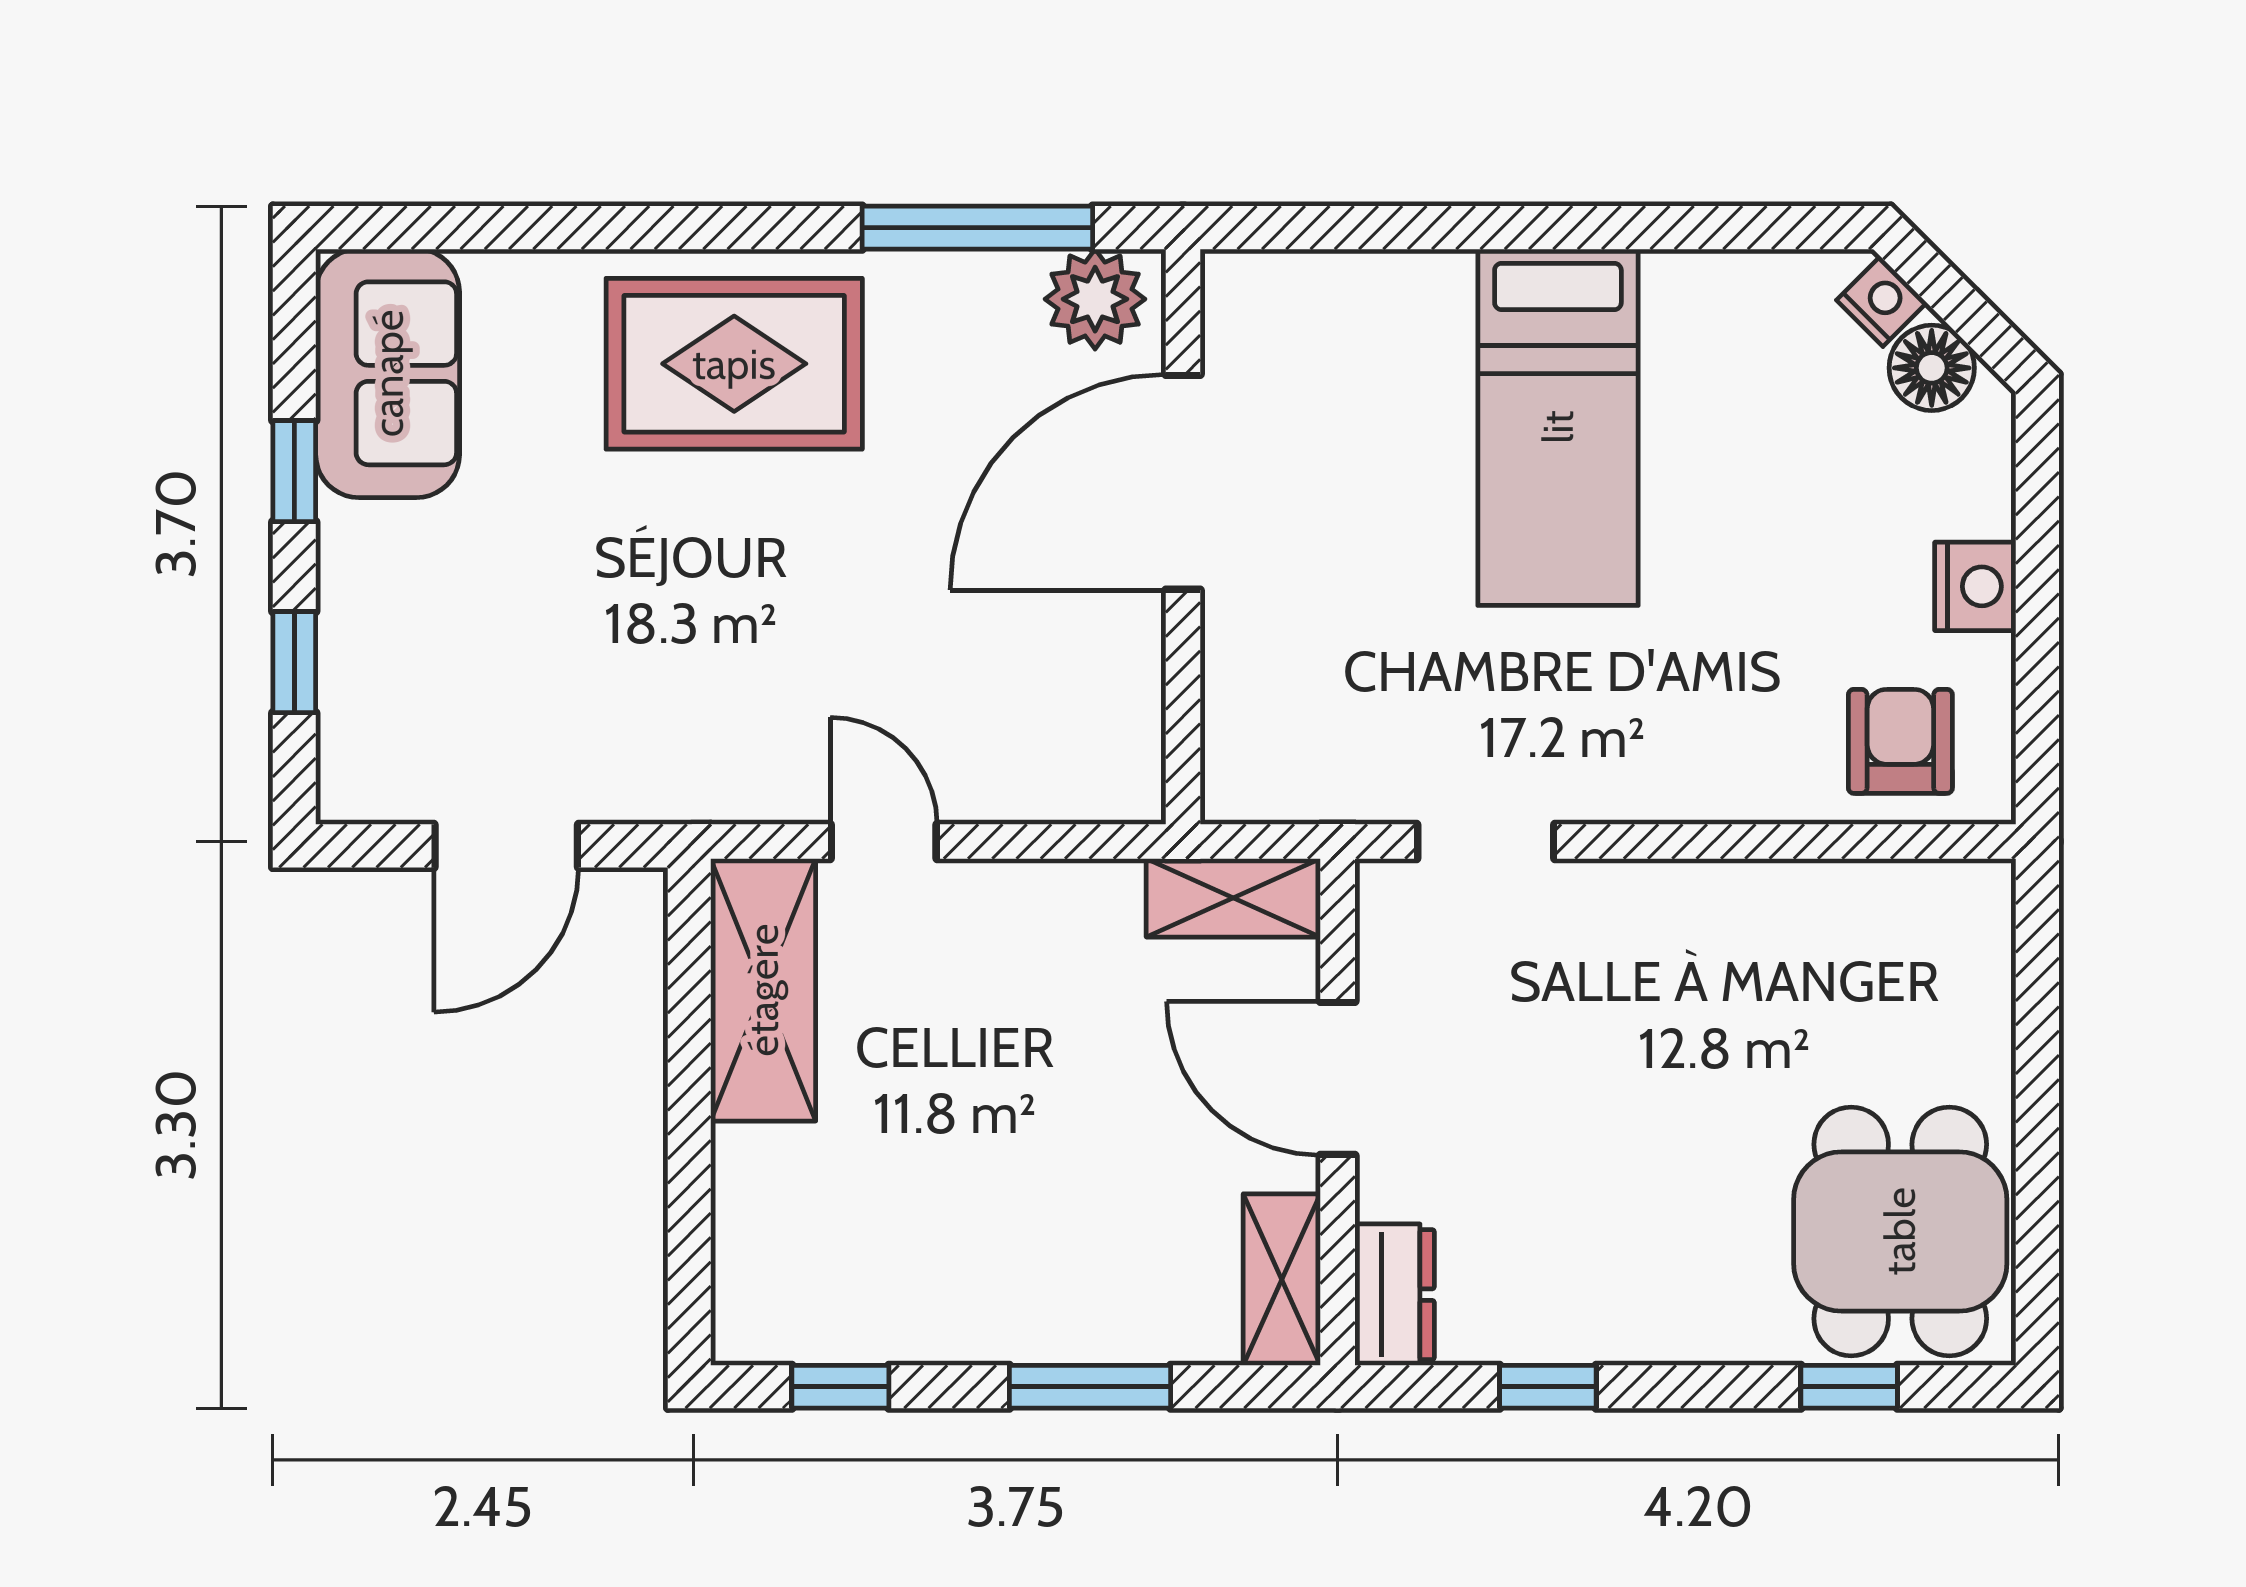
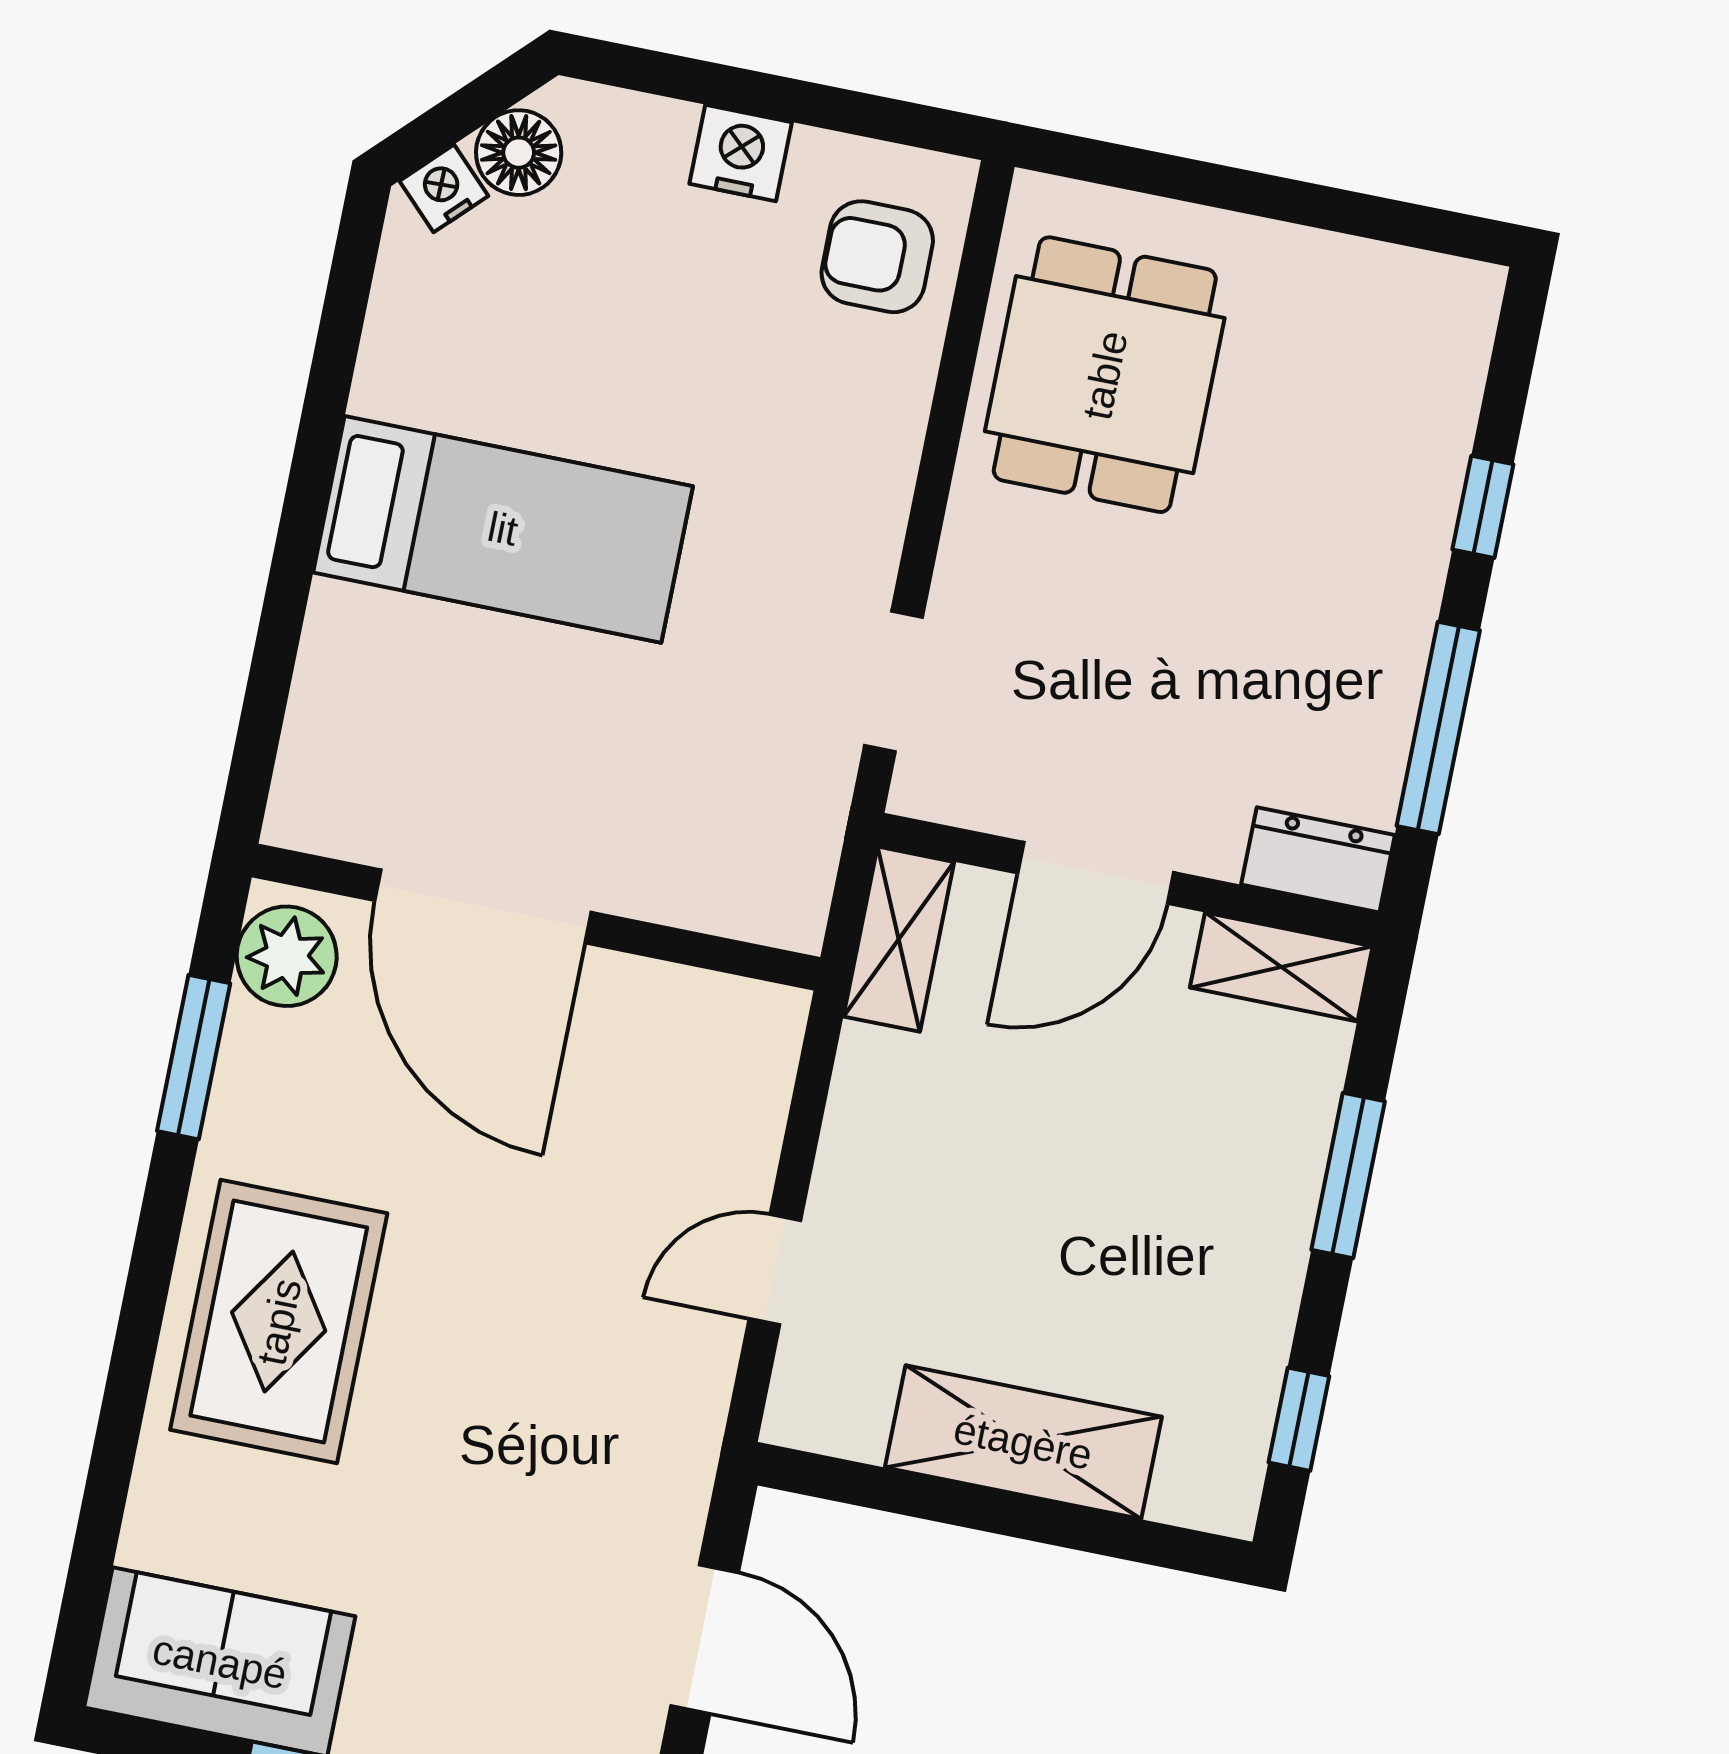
window: (977, 228) -> (194, 1057), width x0.69
shelving: (763, 990) -> (1023, 1442), moved
dining table: (1900, 1231) -> (1105, 375), moved, turned 90
window: (1548, 1387) -> (1438, 728), width x2.17
window: (1849, 1387) -> (1483, 507), moved

